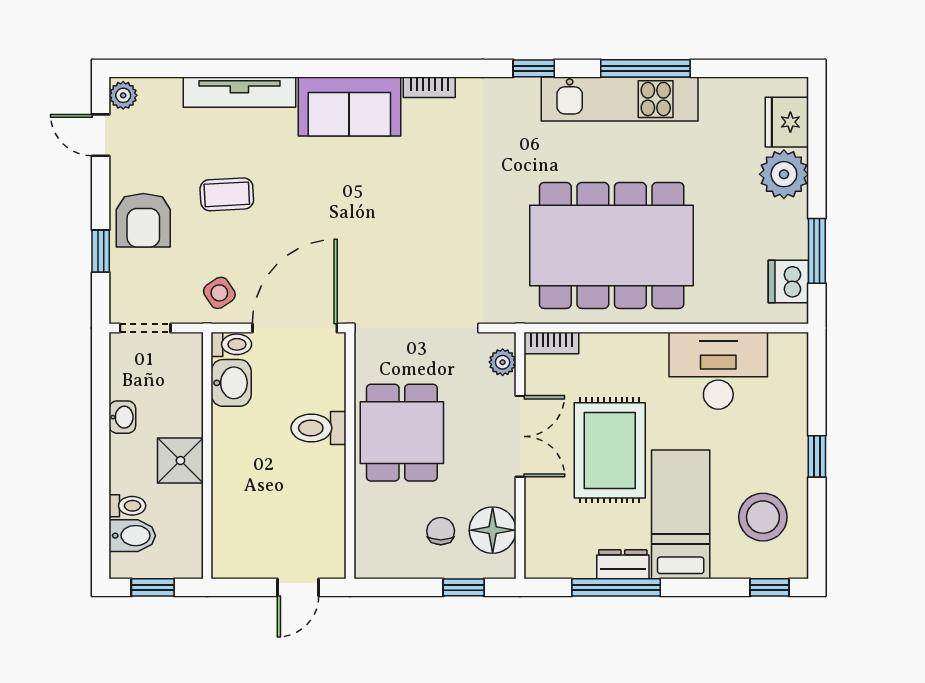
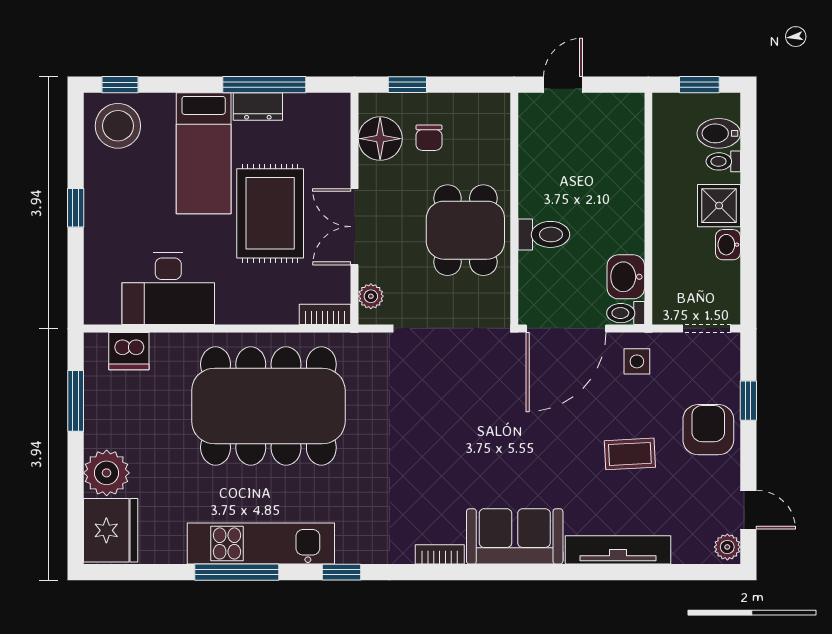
fridge: (787, 122) -> (111, 530), width x1.36, depth x1.34
dishwasher: (788, 281) -> (129, 351), moved, turned 90
side table: (219, 293) -> (637, 361), turned 34
shower: (180, 461) -> (719, 206), moved
stool: (763, 517) -> (118, 126), moved

